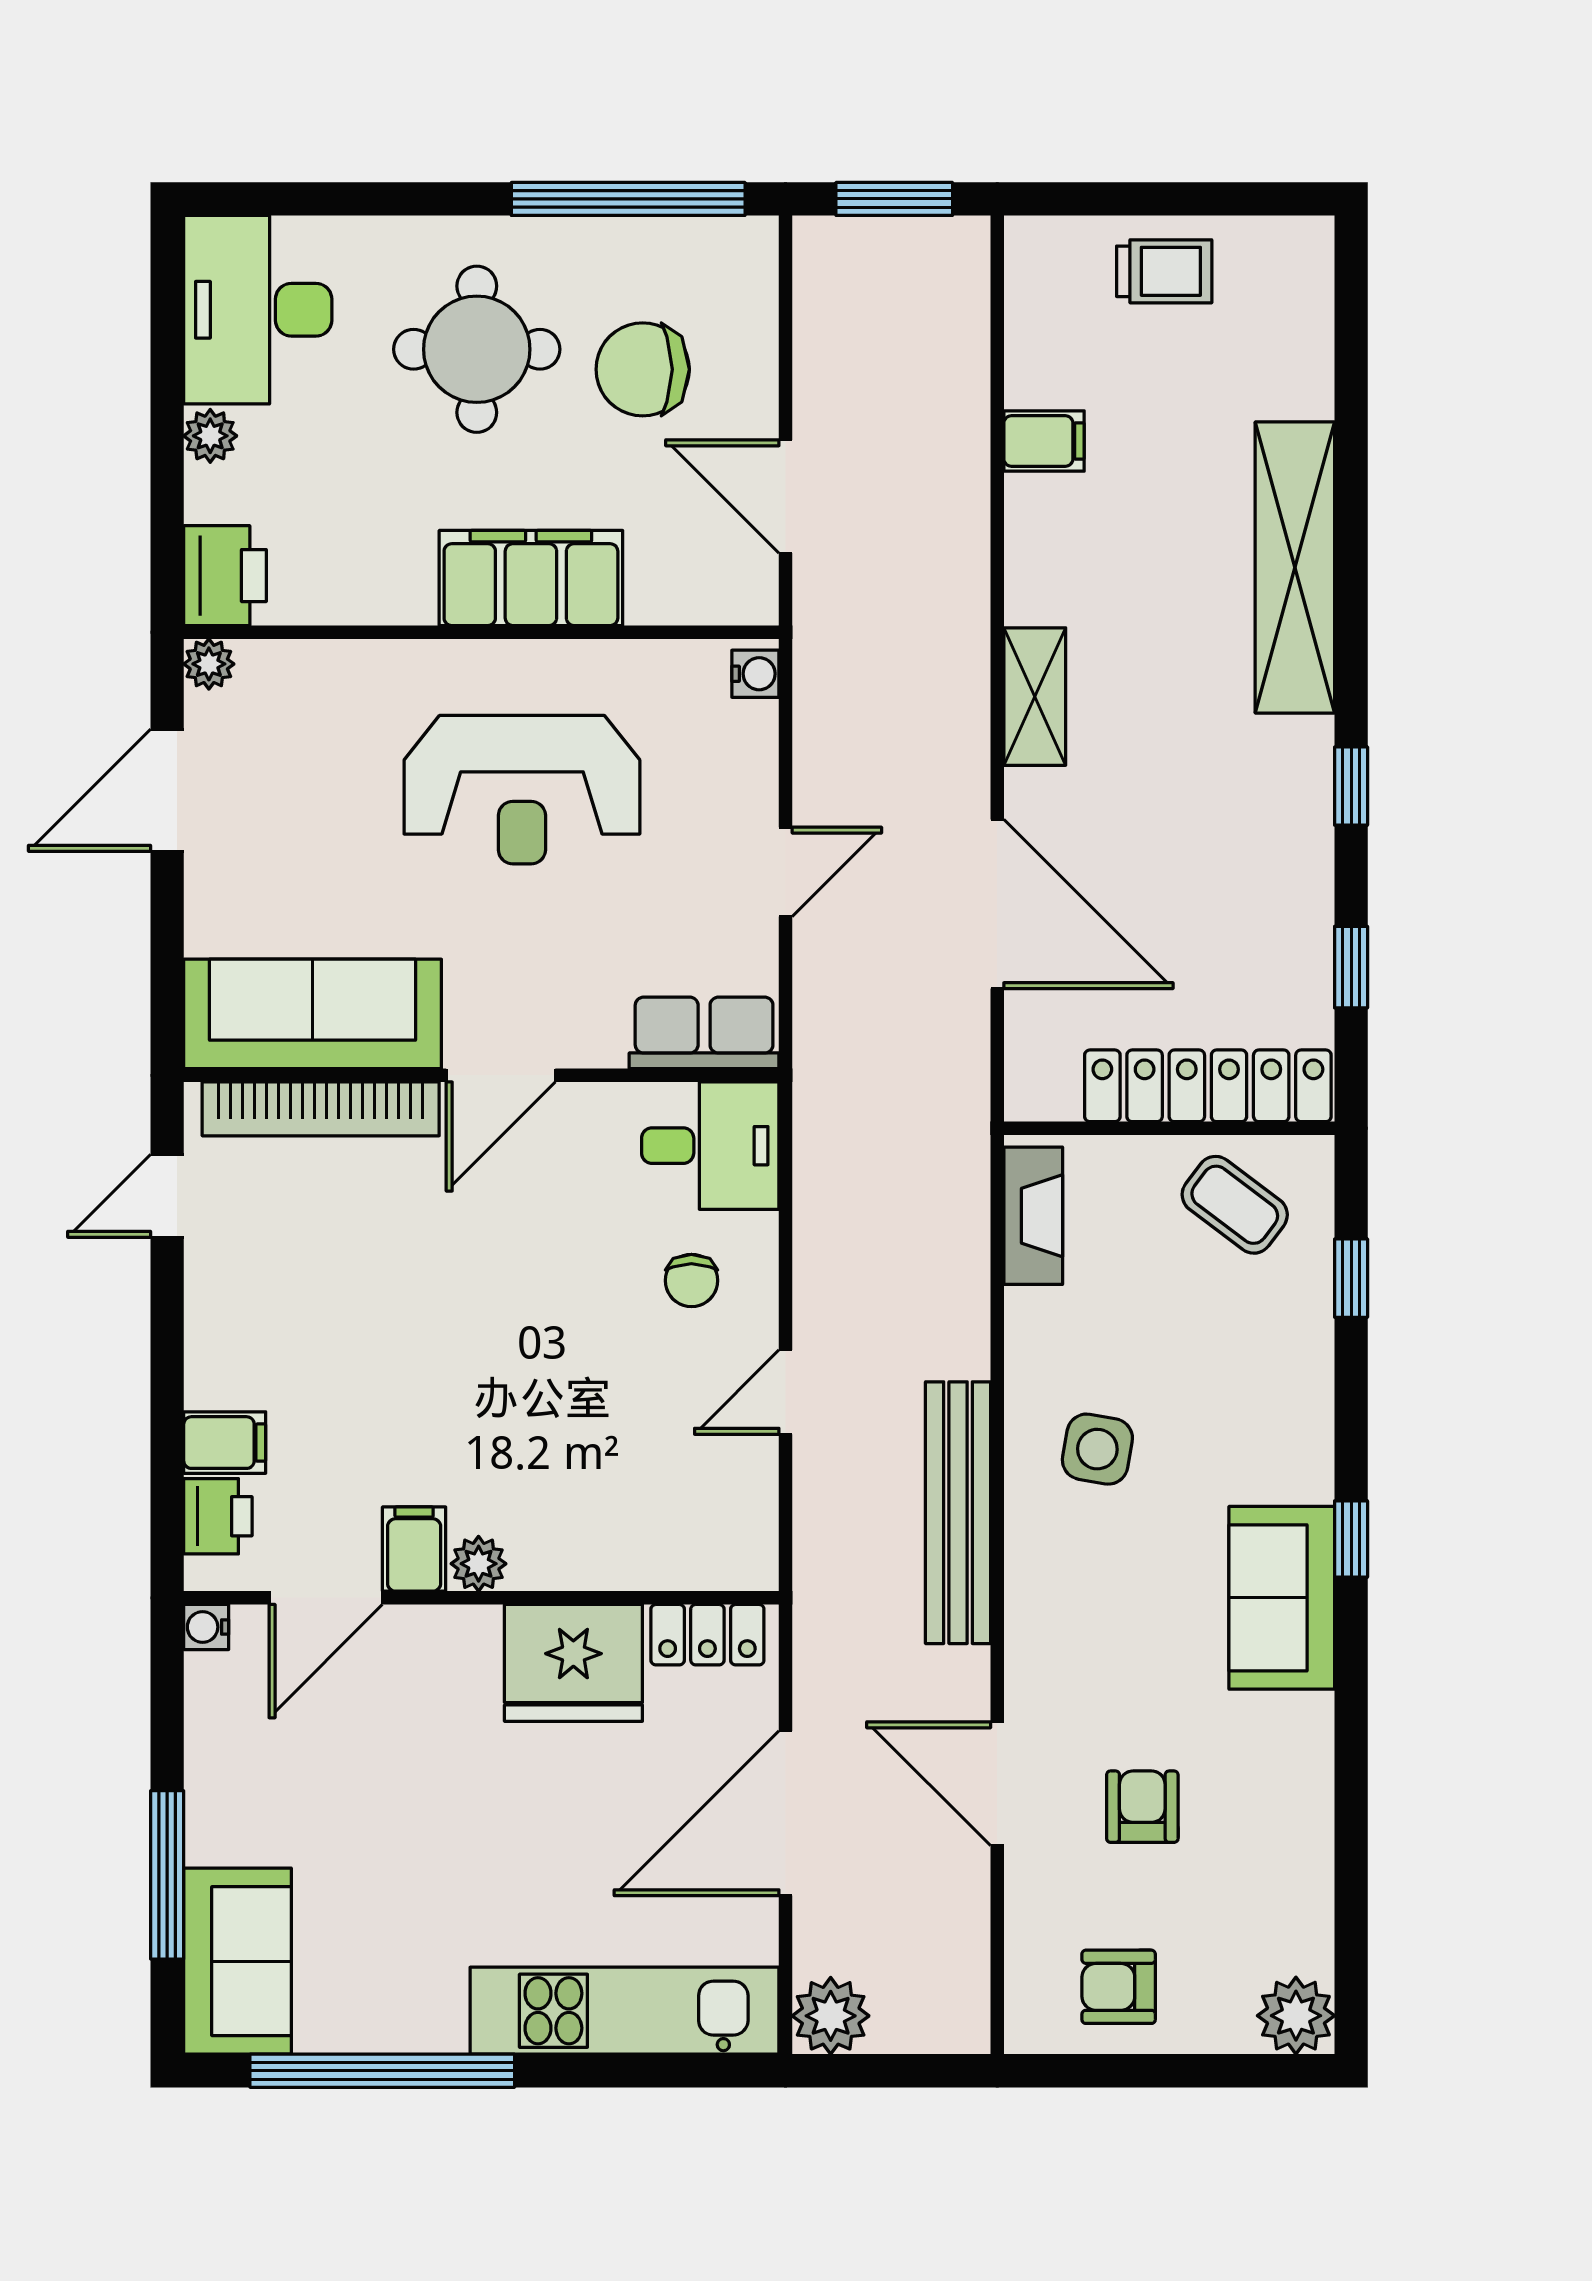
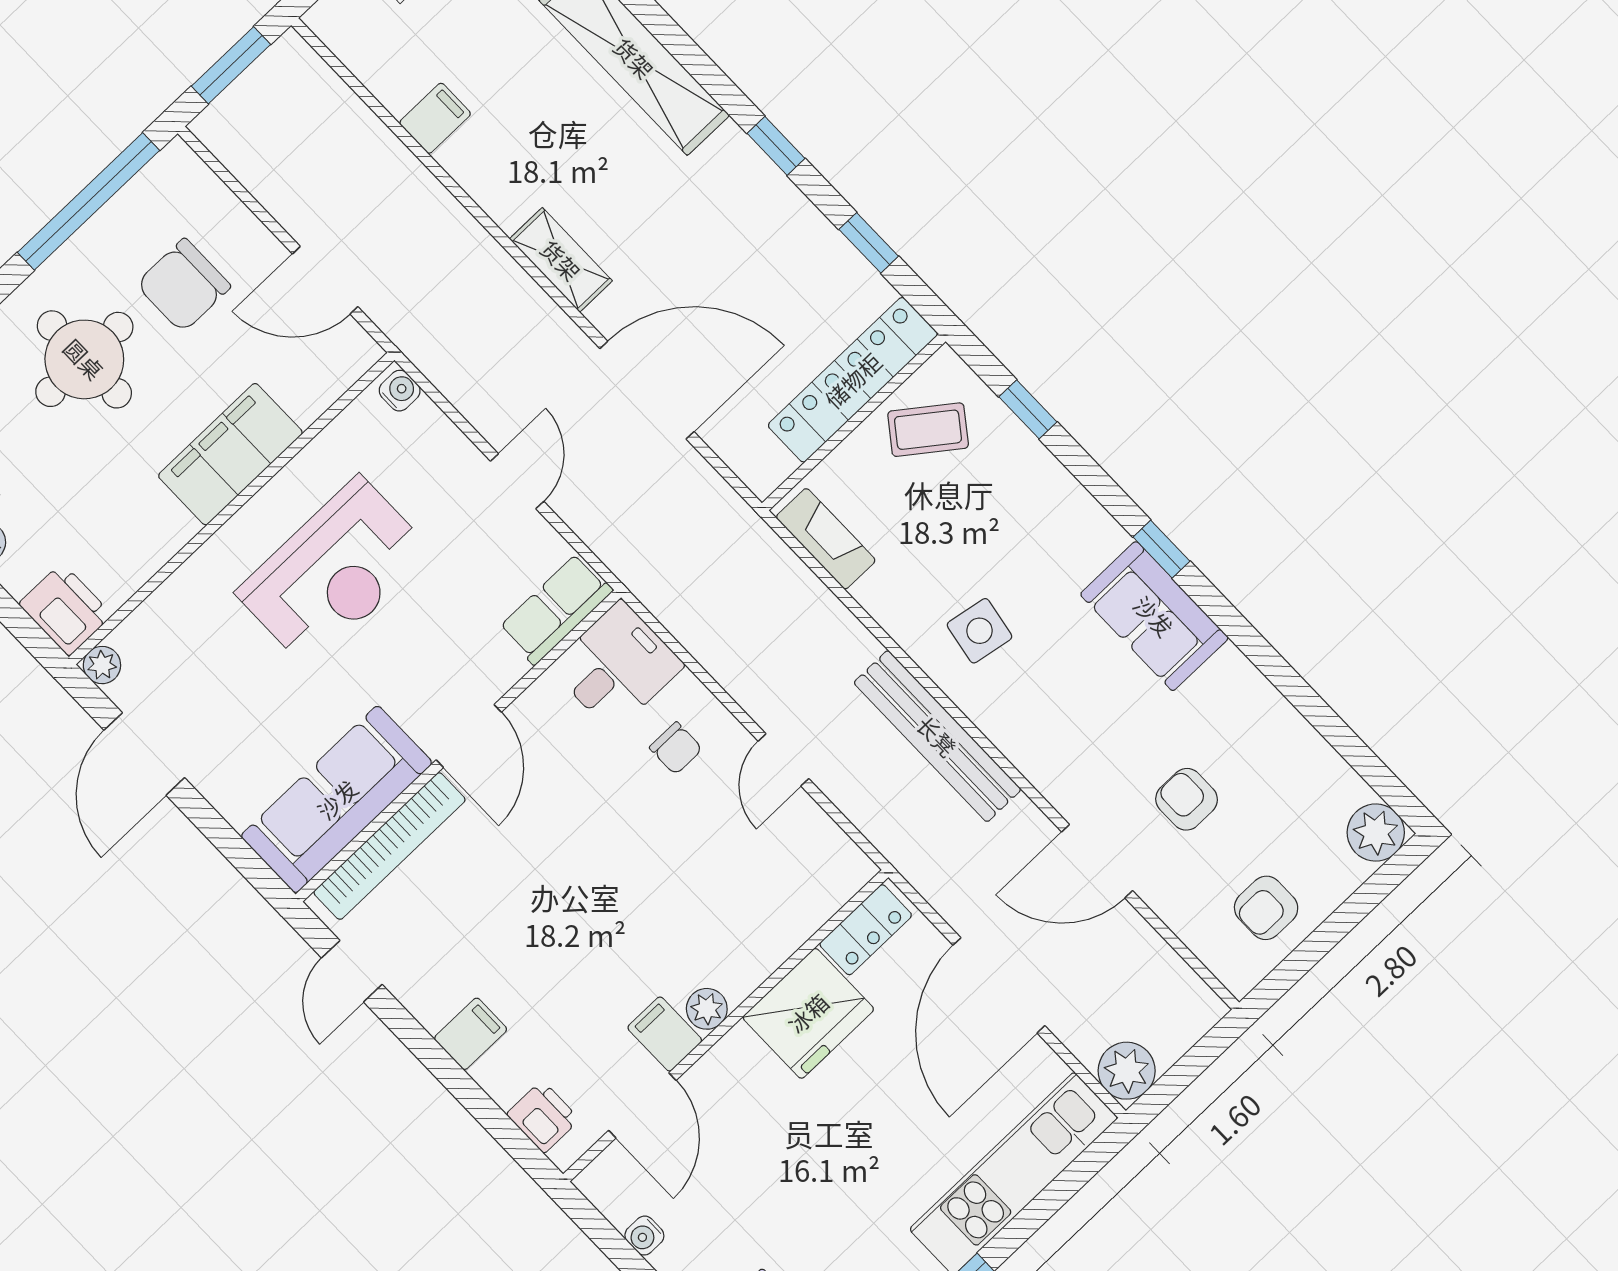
filing cabinet: (225, 1443) -> (471, 1034), moved
water cooler: (206, 1627) -> (644, 1236), moved

